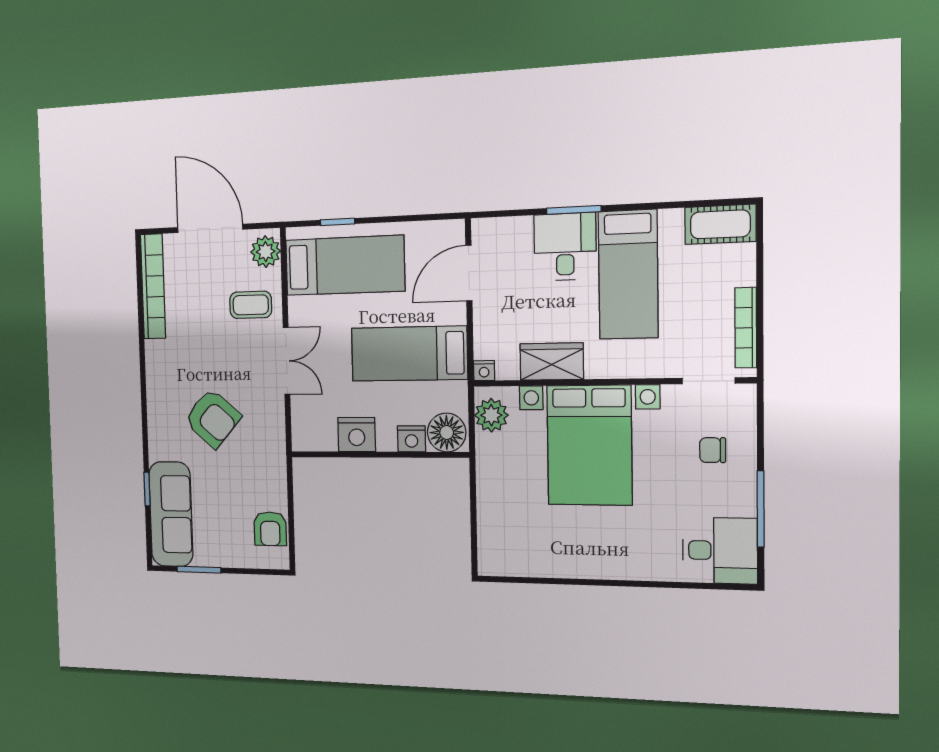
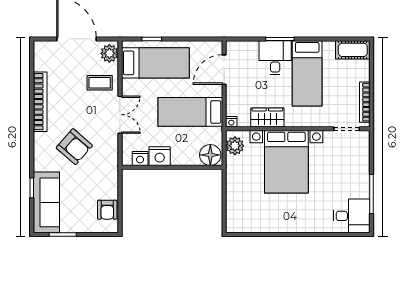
bookcase: (153, 286) -> (40, 102), moved
nightstand: (411, 439) -> (140, 158), moved
chair: (713, 450) -> (348, 164), removed

